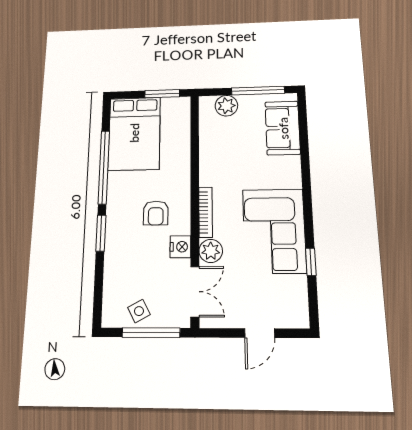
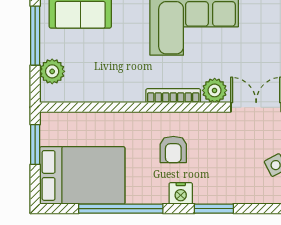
armchair: (156, 213) -> (173, 149), turned 90
window: (101, 233) -> (214, 209), moved
nightstand: (180, 247) -> (181, 193), moved, turned 180

